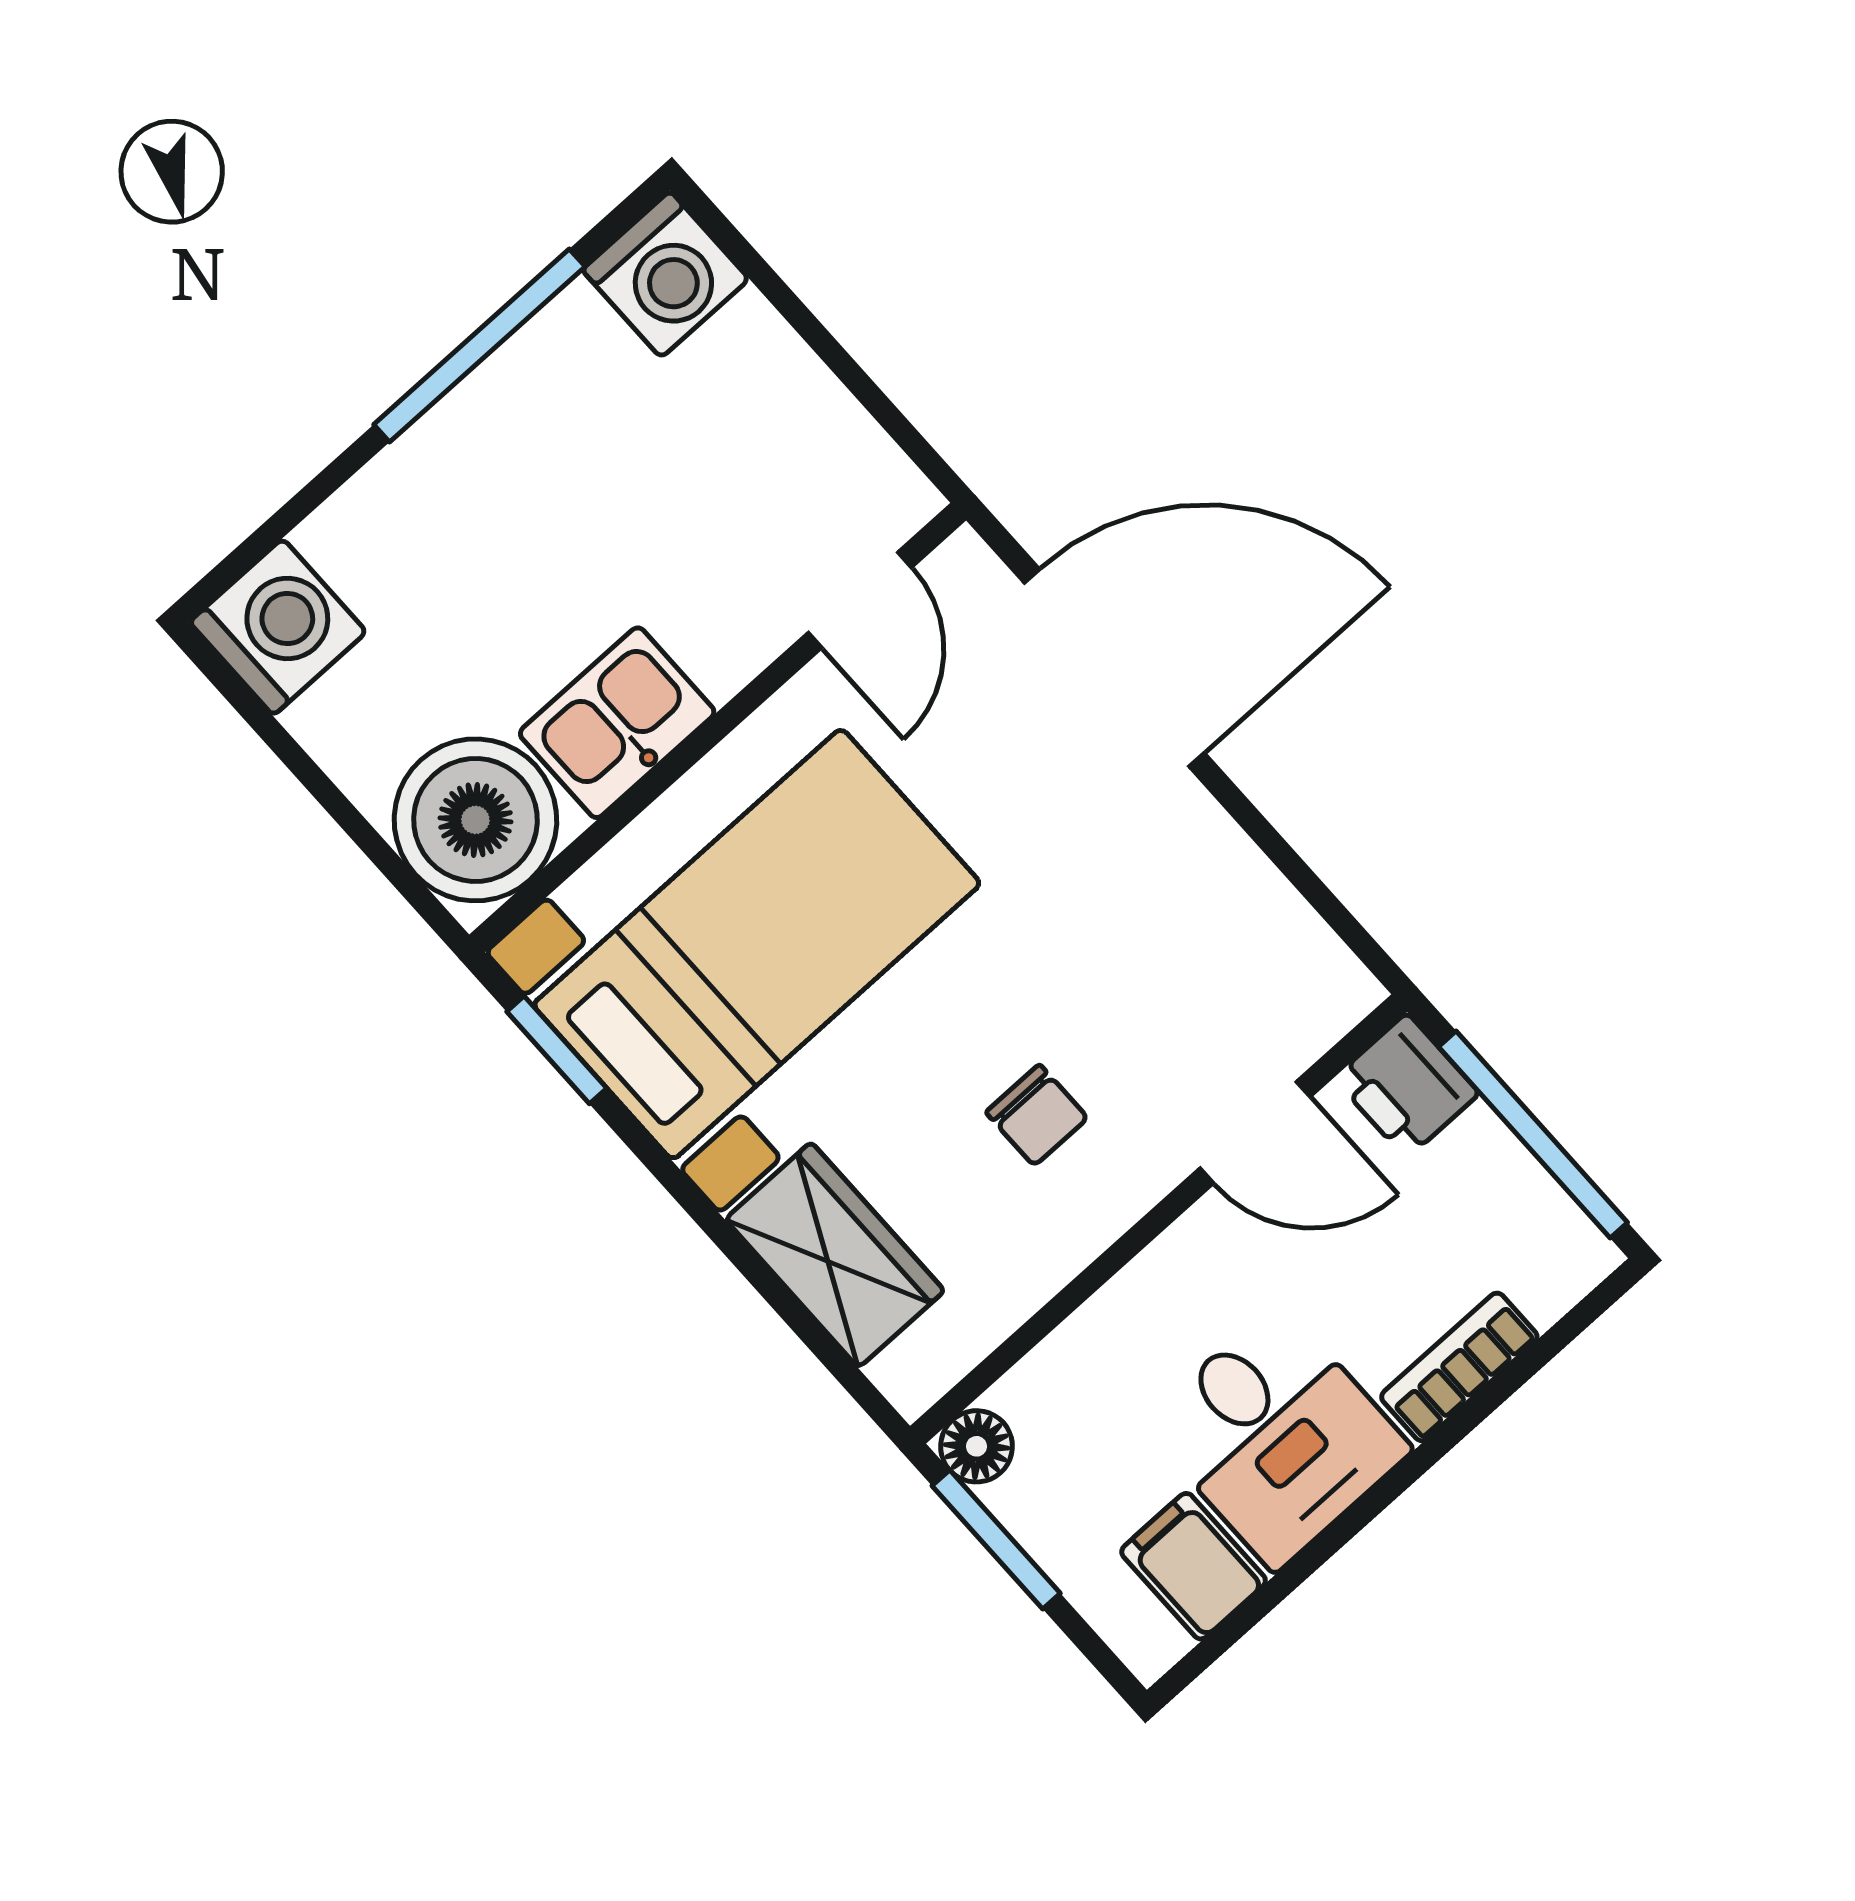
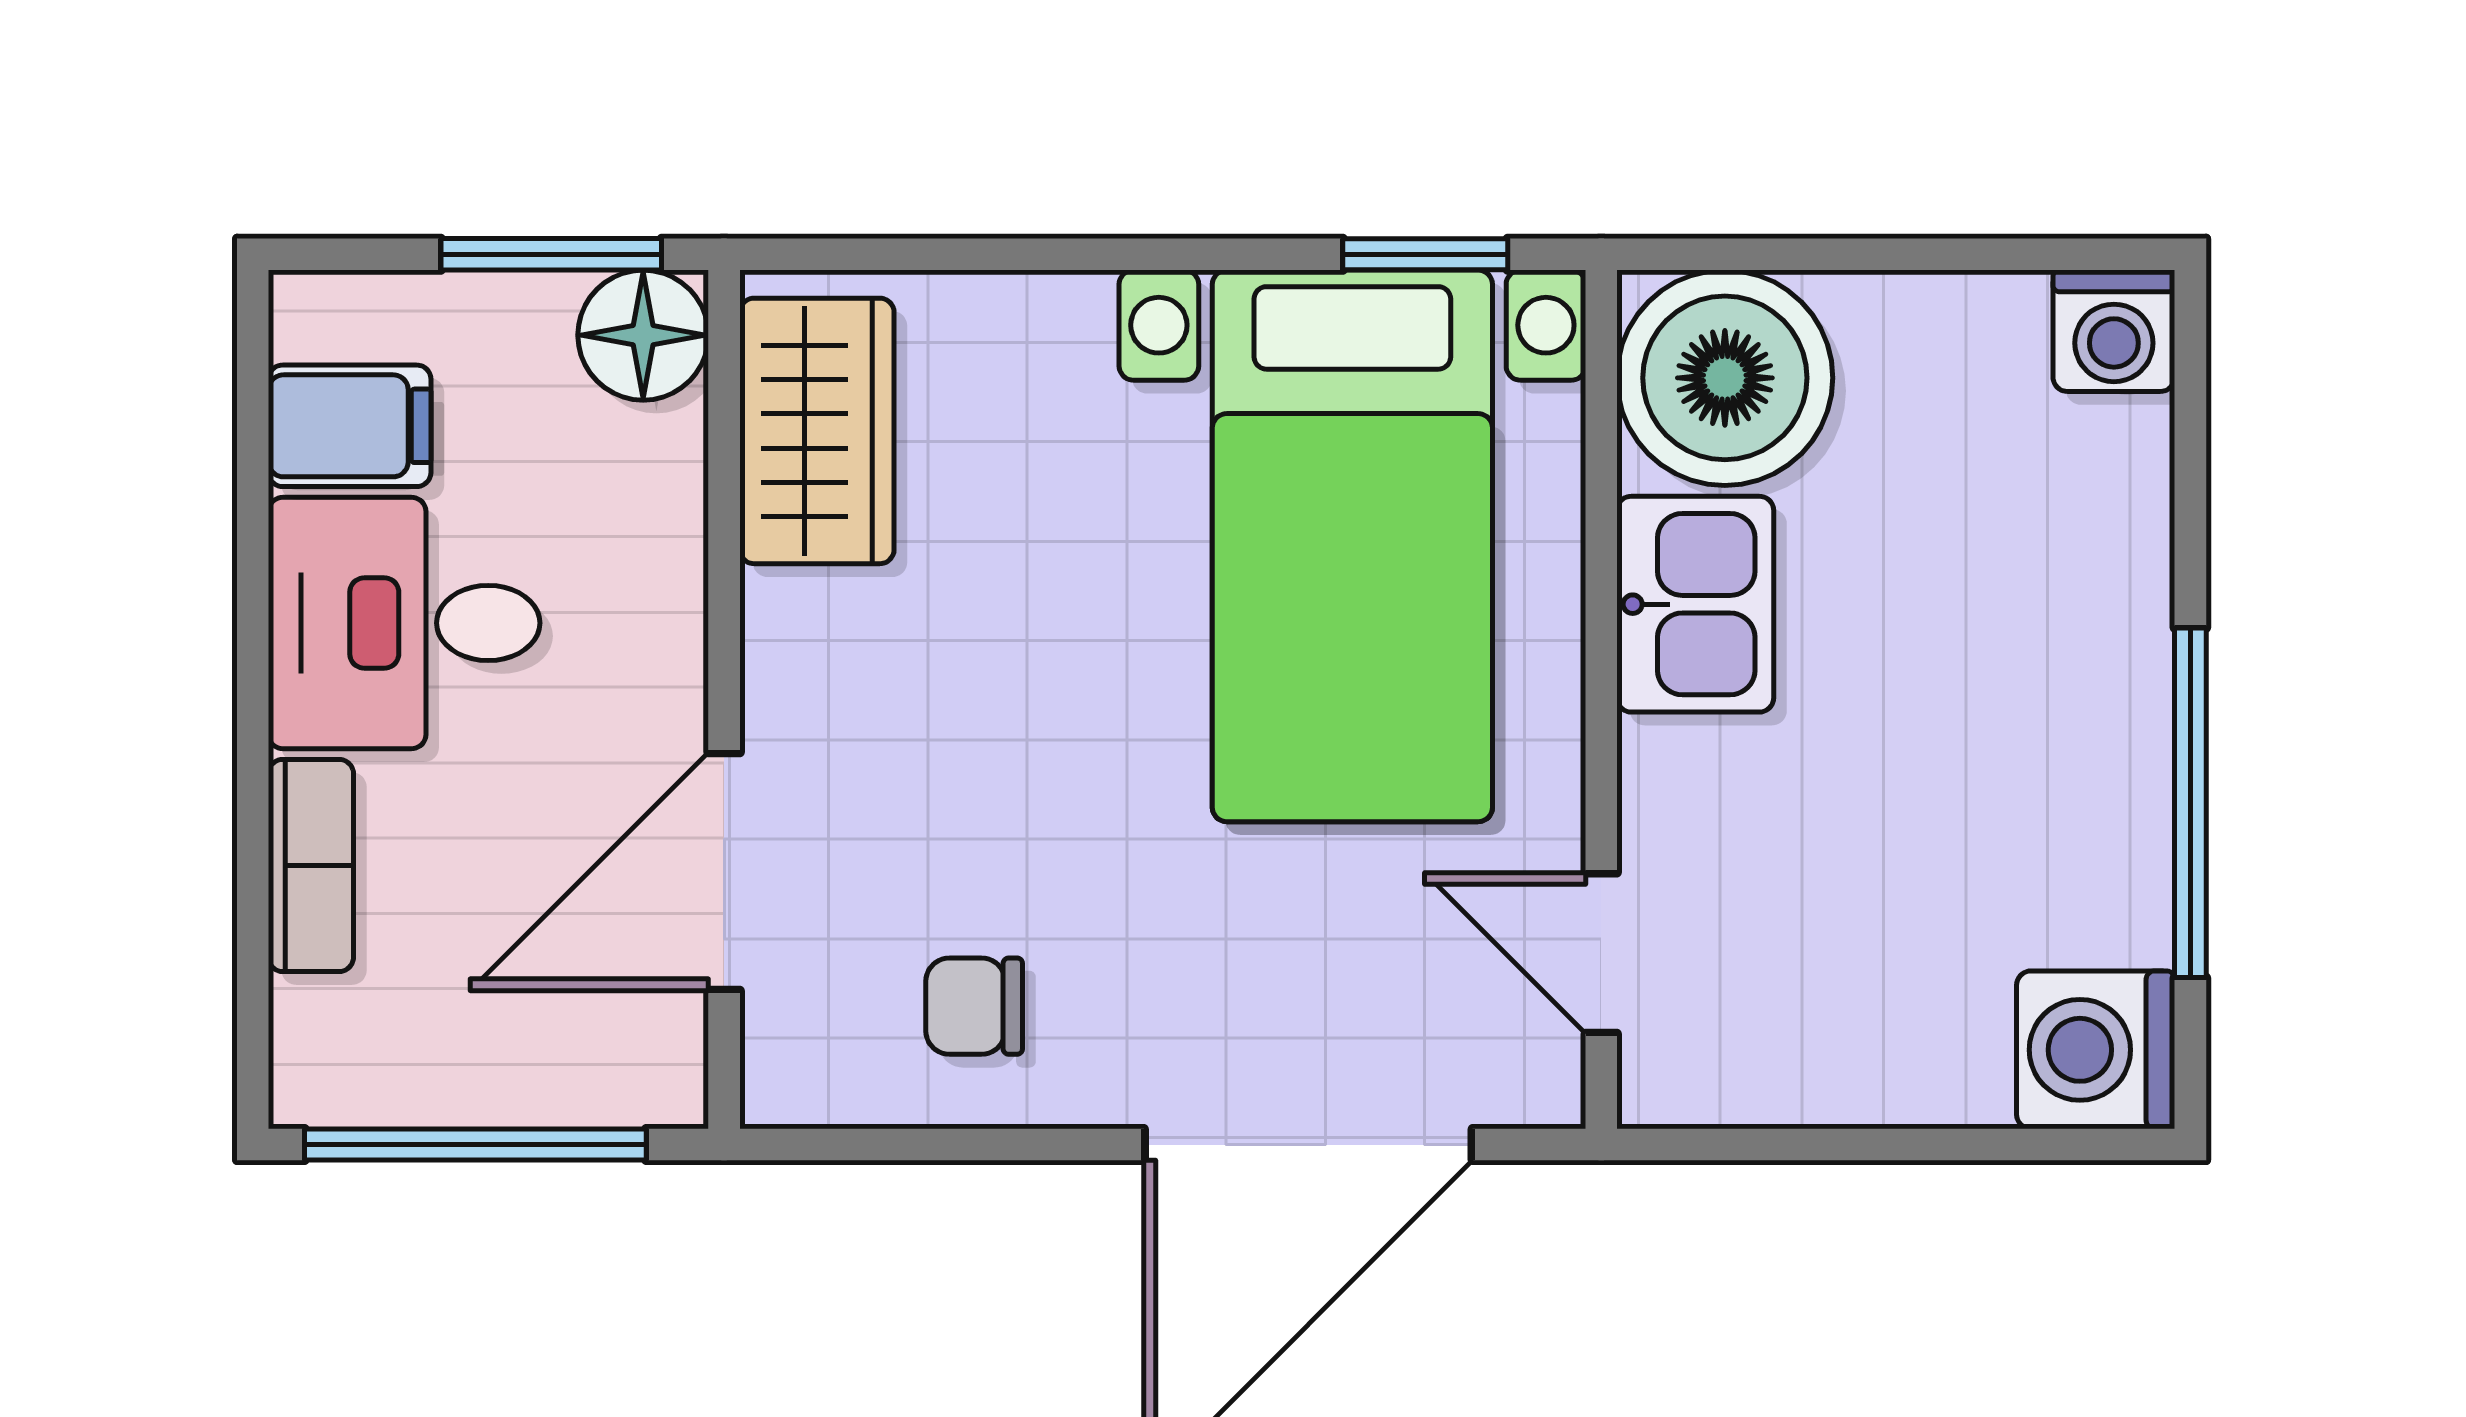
washing machine: (278, 627) -> (2114, 331), width x0.73, depth x0.73
printer: (1407, 1086) -> (636, 1063), removed
chair: (1037, 1115) -> (974, 1006), moved
door: (1255, 1132) -> (724, 872), width x1.38
wardrobe: (835, 1255) -> (817, 431), moved, turned -90
floor lamp: (976, 1446) -> (643, 335), width x1.37, depth x1.37

